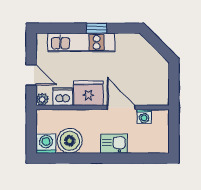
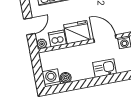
door: (31, 75) -> (29, 26), hinge flipped
boiler: (70, 141) -> (66, 78), width x0.54, depth x0.54

